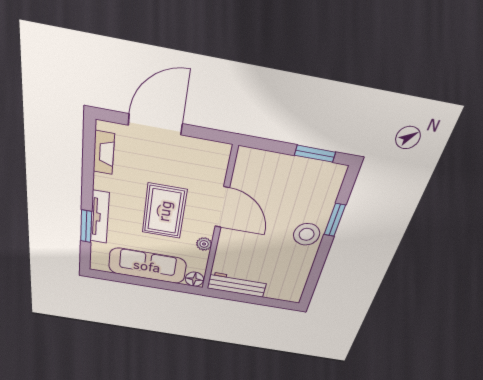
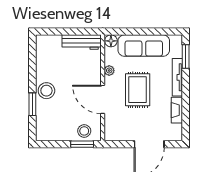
fireplace: (104, 153) -> (177, 110), moved
window: (315, 154) -> (82, 144), moved
stool: (263, 166) -> (84, 131), added
window: (86, 226) -> (186, 57), moved

